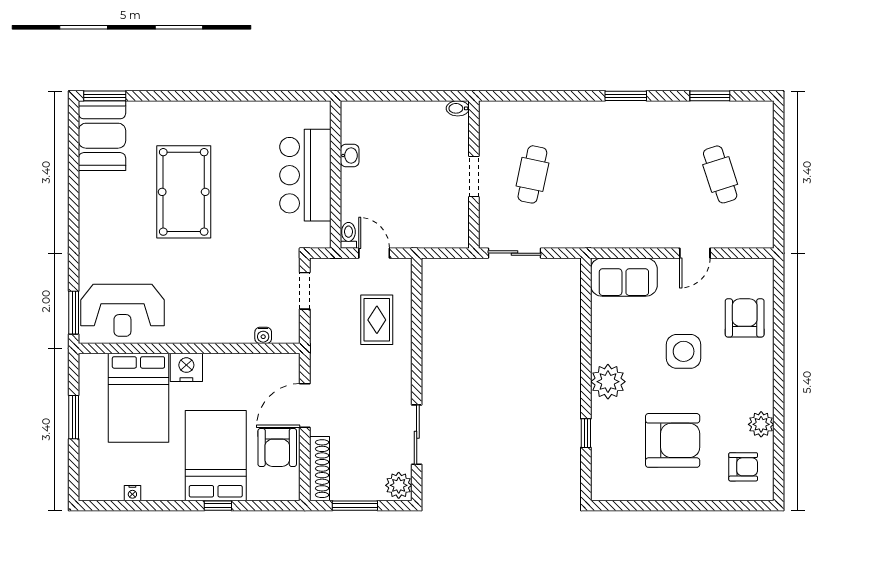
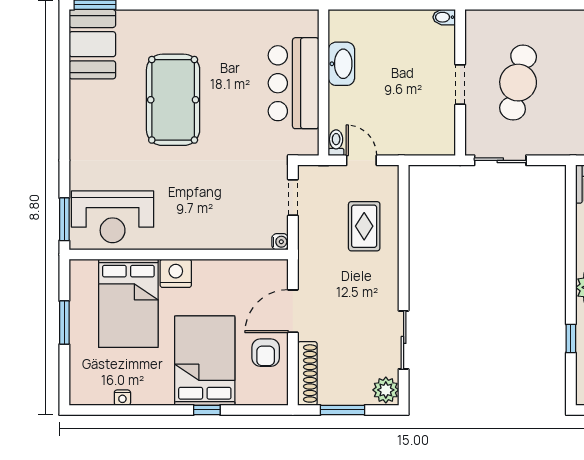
washbasin: (350, 155) -> (341, 64), width x1.91, depth x1.45
cafe table: (532, 174) -> (518, 83), width x1.37, depth x1.35
water cooler: (263, 335) -> (280, 242), moved, turned -90
armchair: (277, 448) -> (266, 353), width x0.72, depth x0.72

